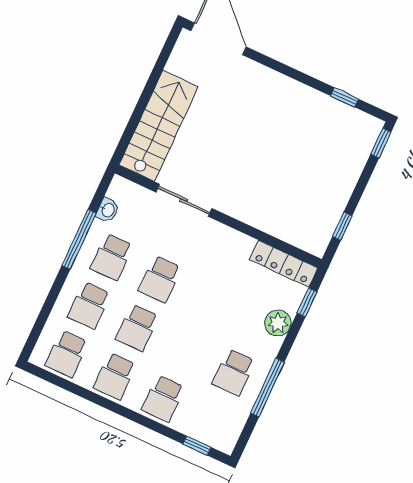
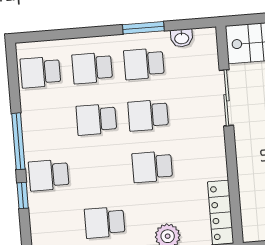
window: (79, 239) -> (143, 28), width x0.69
school desk: (115, 376) -> (152, 167), moved
window: (117, 409) -> (18, 141), added
window: (197, 446) -> (23, 195), moved

